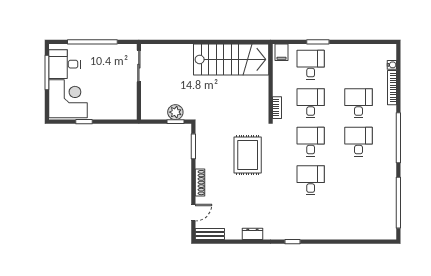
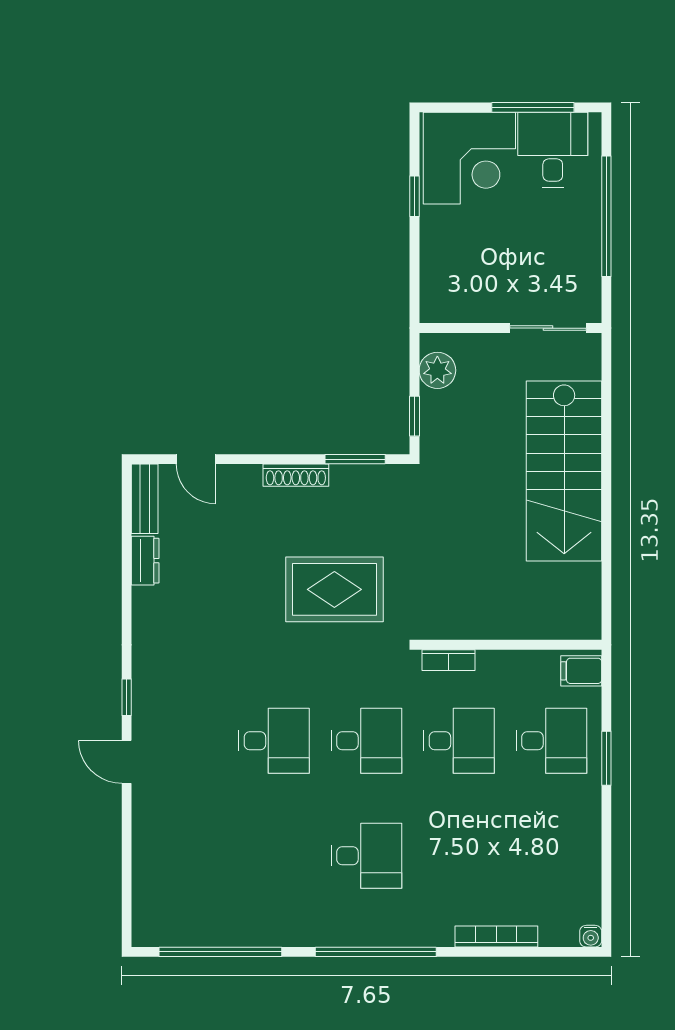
stairs: (231, 59) -> (564, 471), moved
water cooler: (392, 65) -> (591, 936), moved
desk: (358, 103) -> (459, 856), removed
plant: (175, 112) -> (437, 370), moved
shoe rack: (200, 183) -> (296, 475), moved
dresser: (252, 234) -> (145, 561), moved
door: (319, 242) -> (127, 762), added

